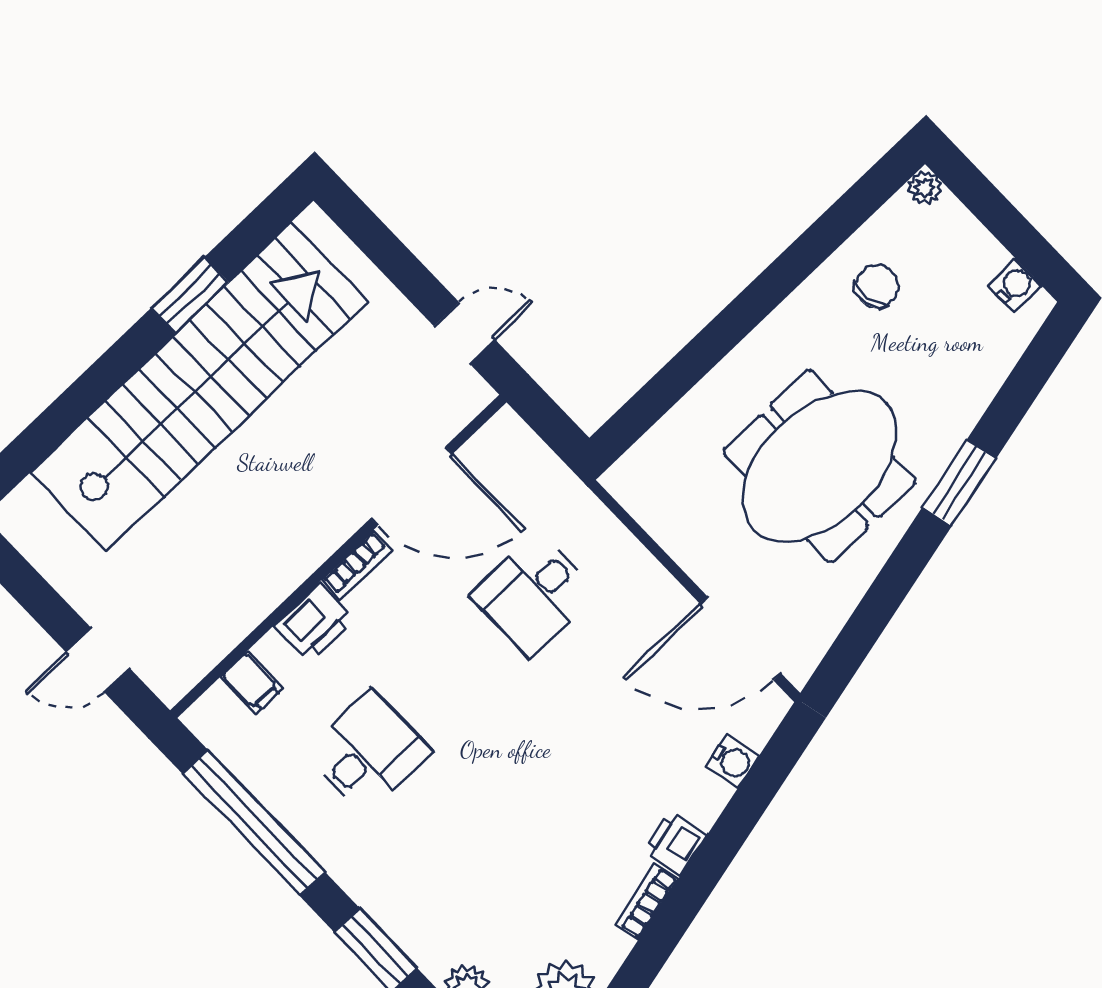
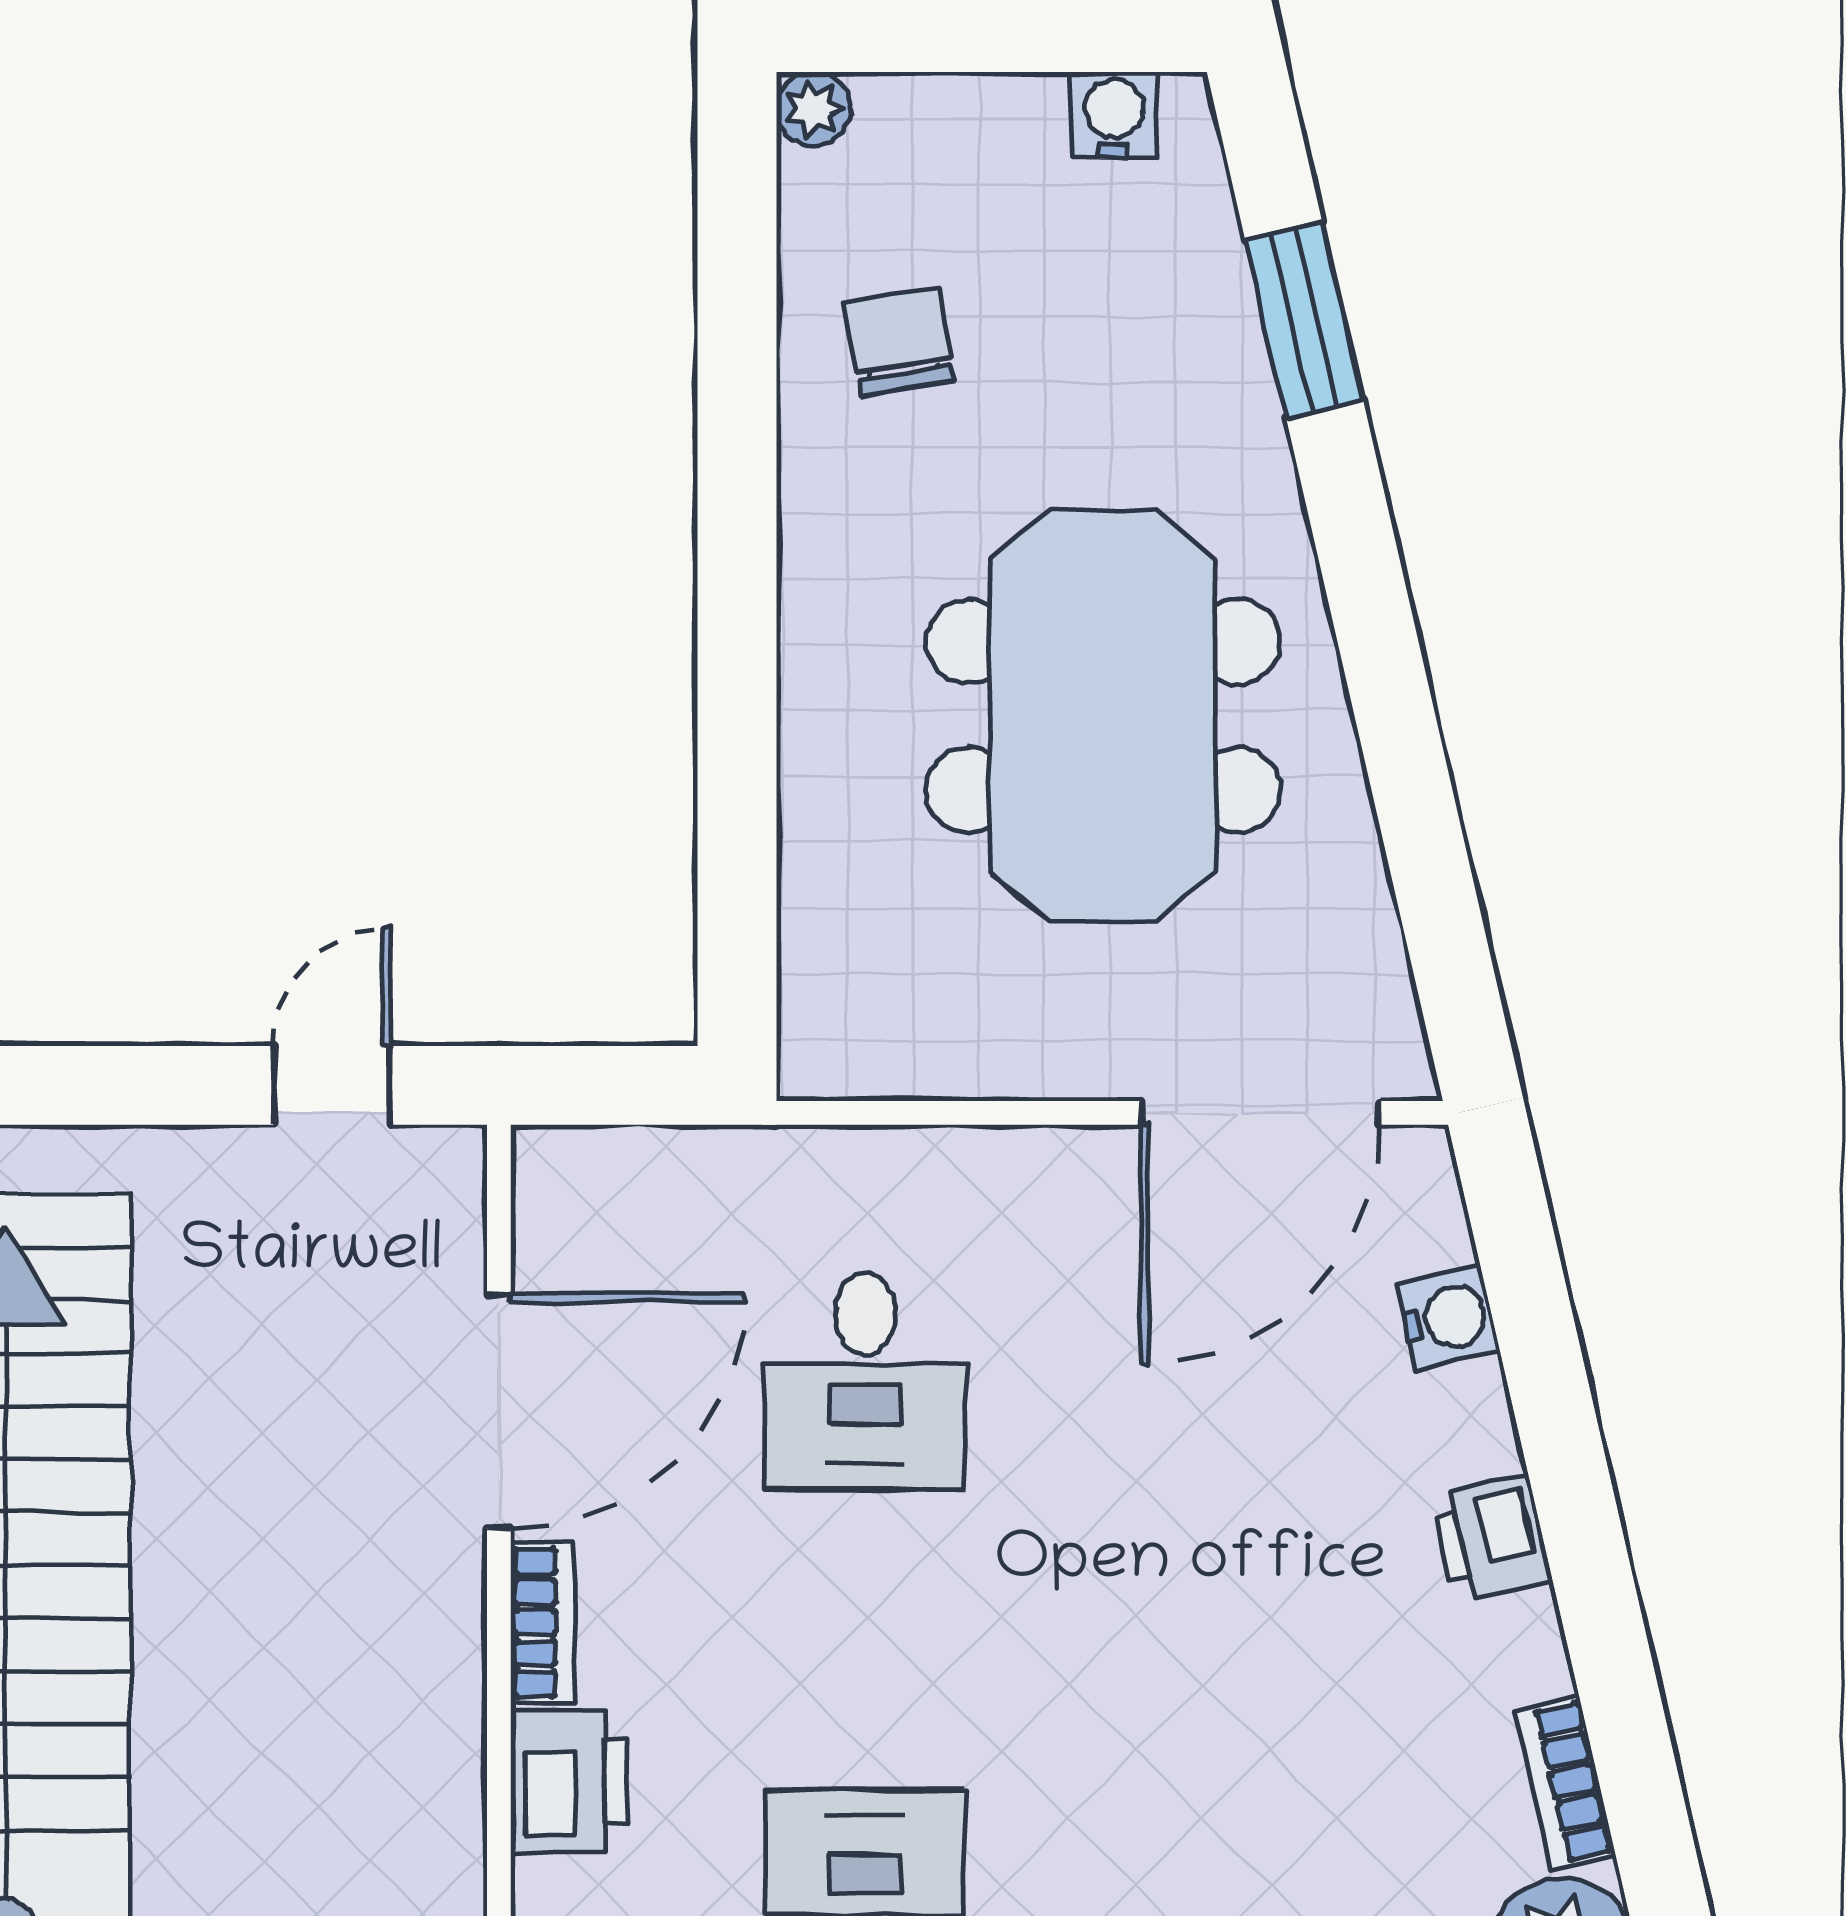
window: (959, 483) -> (1304, 320), moved
bookcase: (646, 901) -> (1566, 1783), moved

